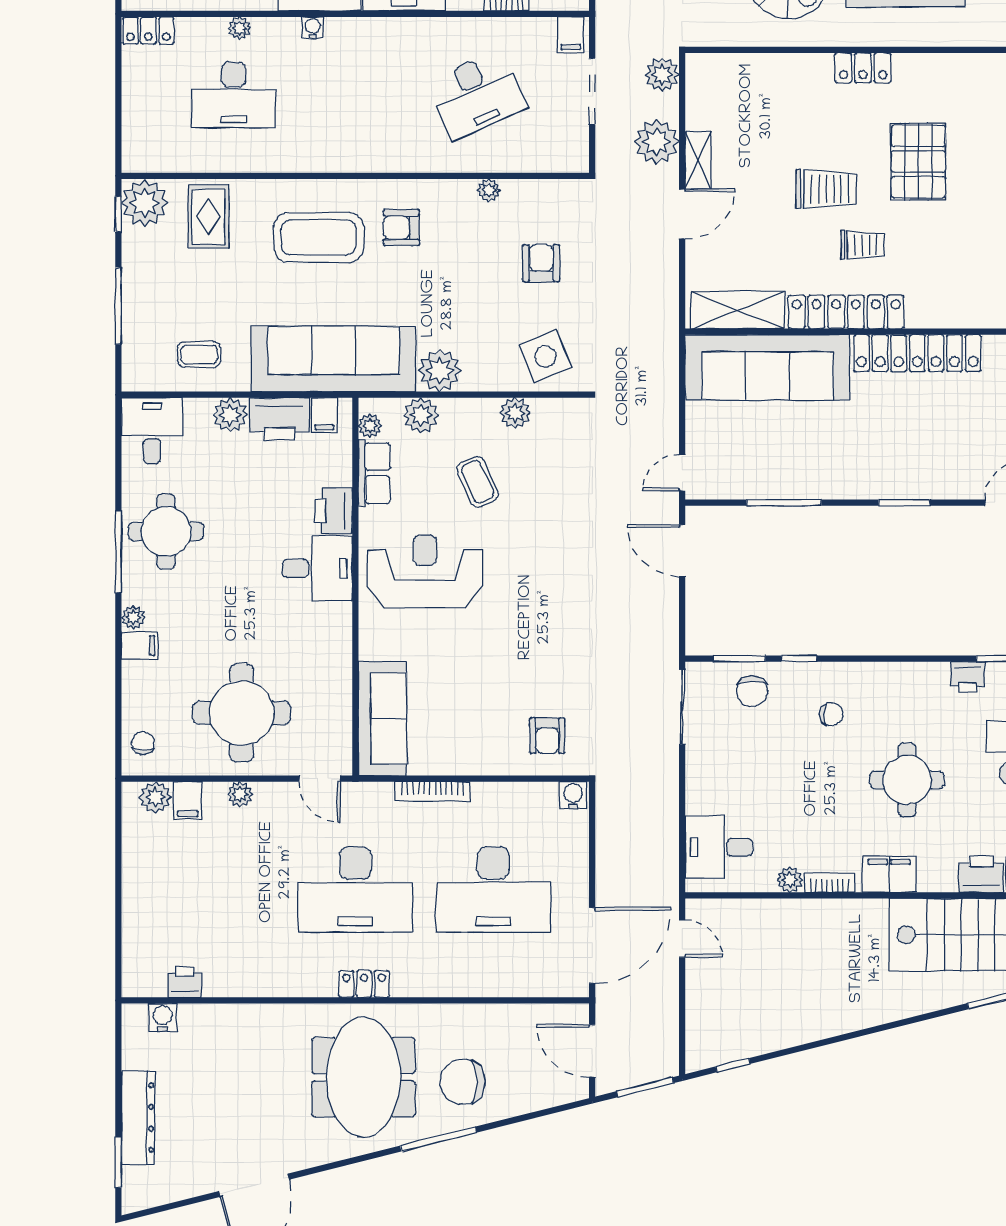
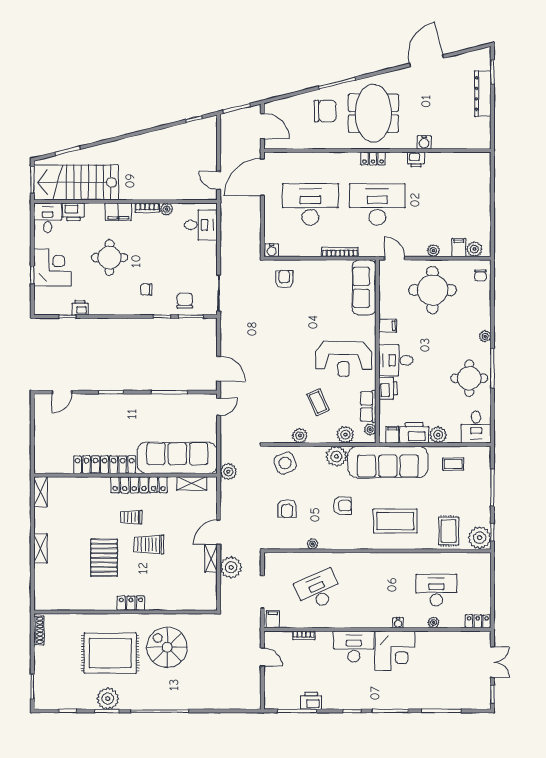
plant: (662, 75) -> (228, 472), moved
armchair: (401, 228) -> (342, 506), moved
shelving: (738, 310) -> (192, 483), width x0.67, depth x0.75
filing cabinet: (140, 645) -> (388, 326), moved, turned 180
printer: (185, 982) -> (416, 159), moved
water cooler: (163, 1017) -> (424, 142), moved

